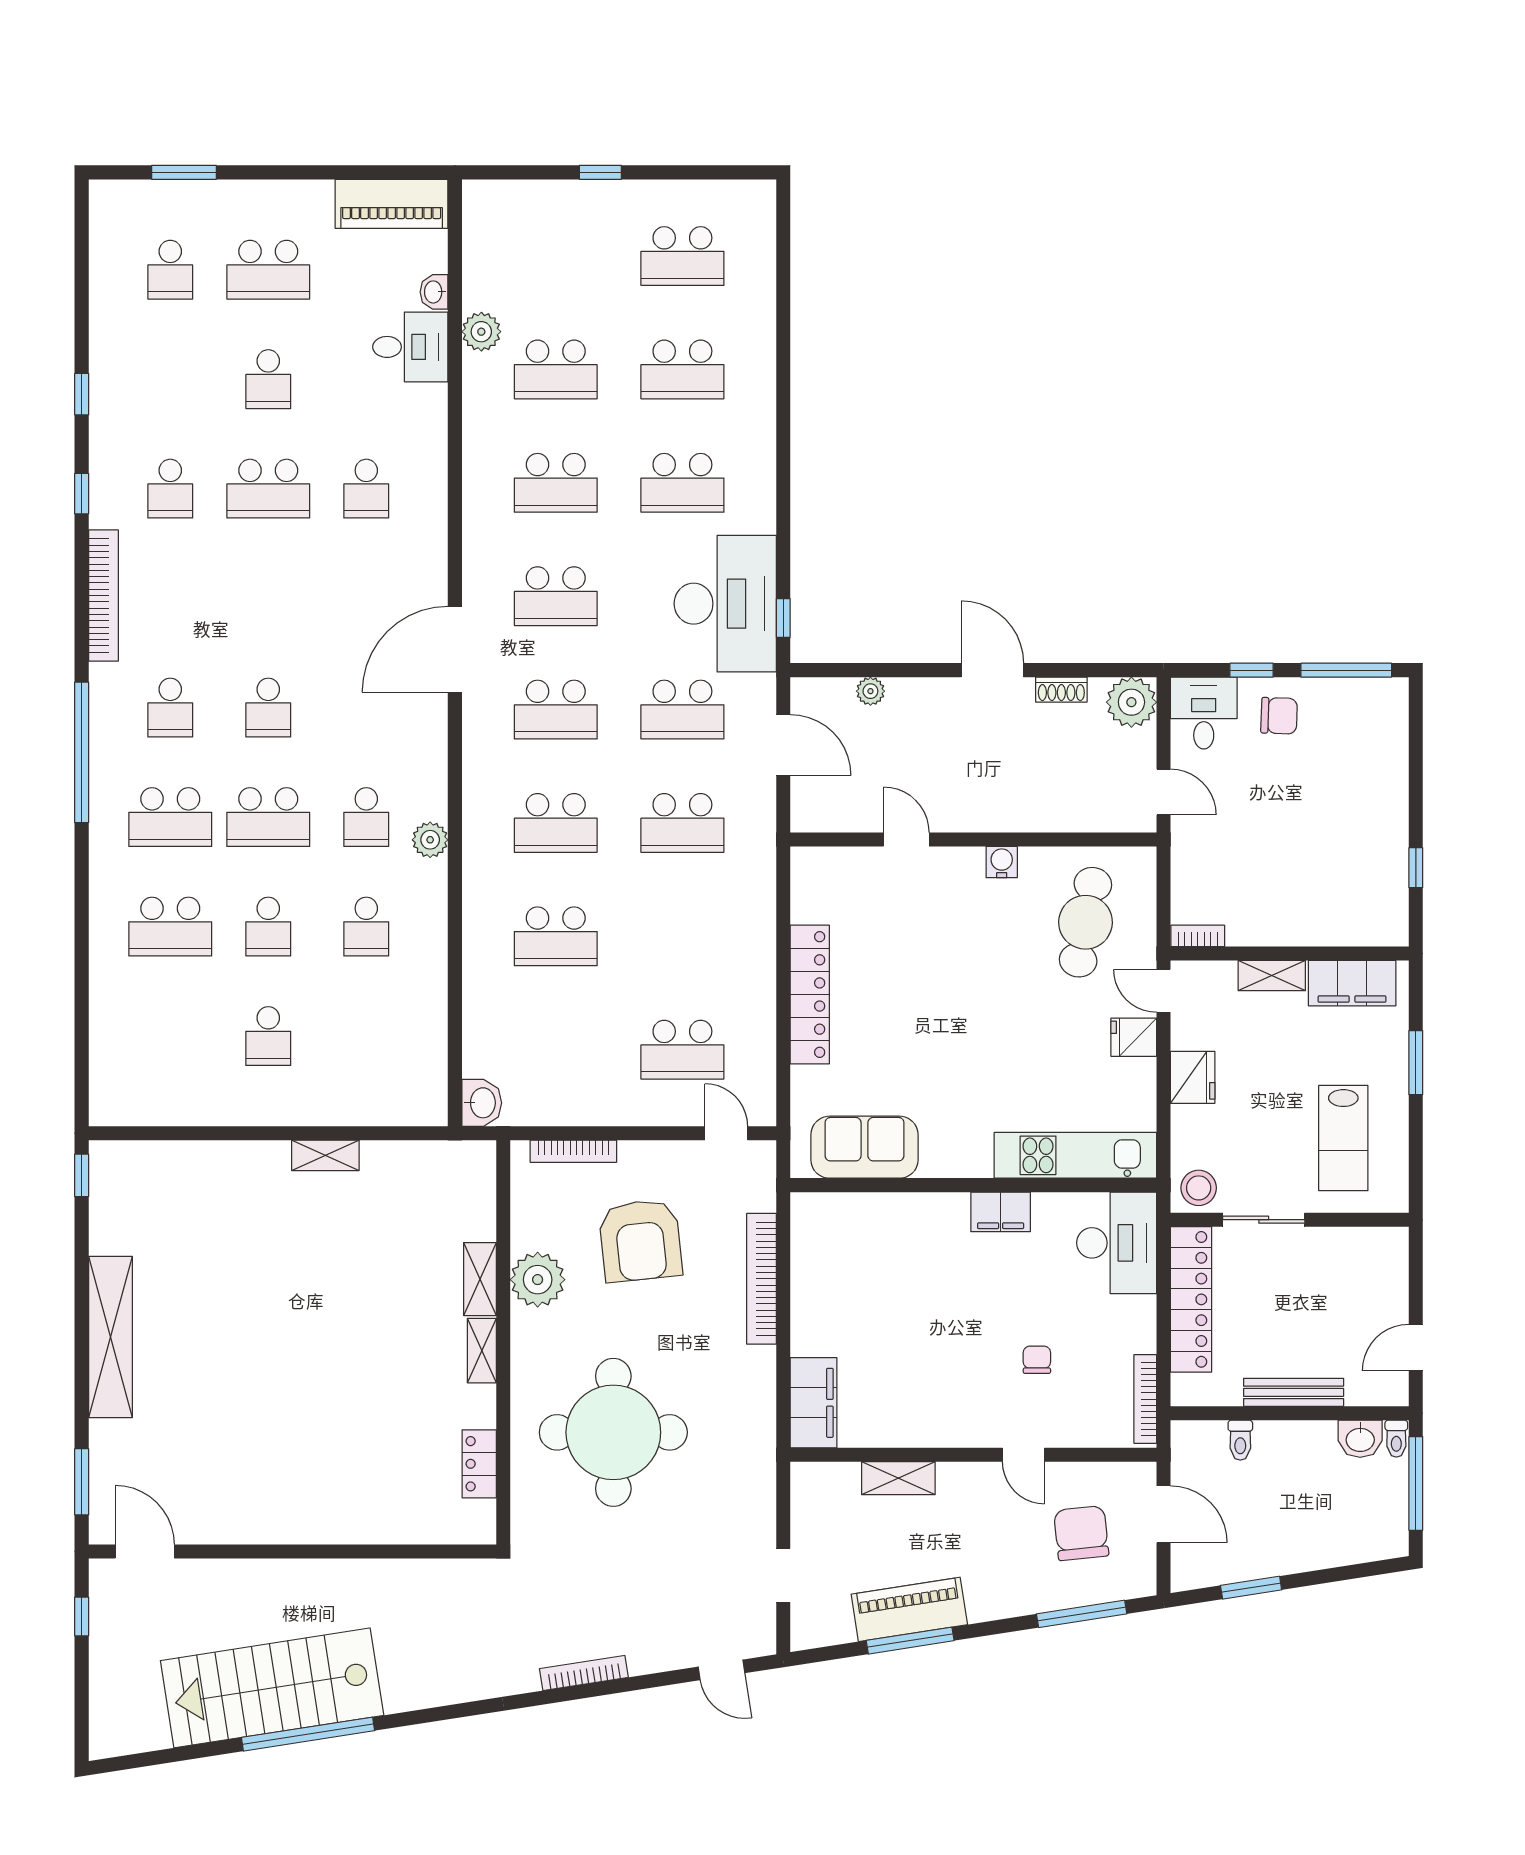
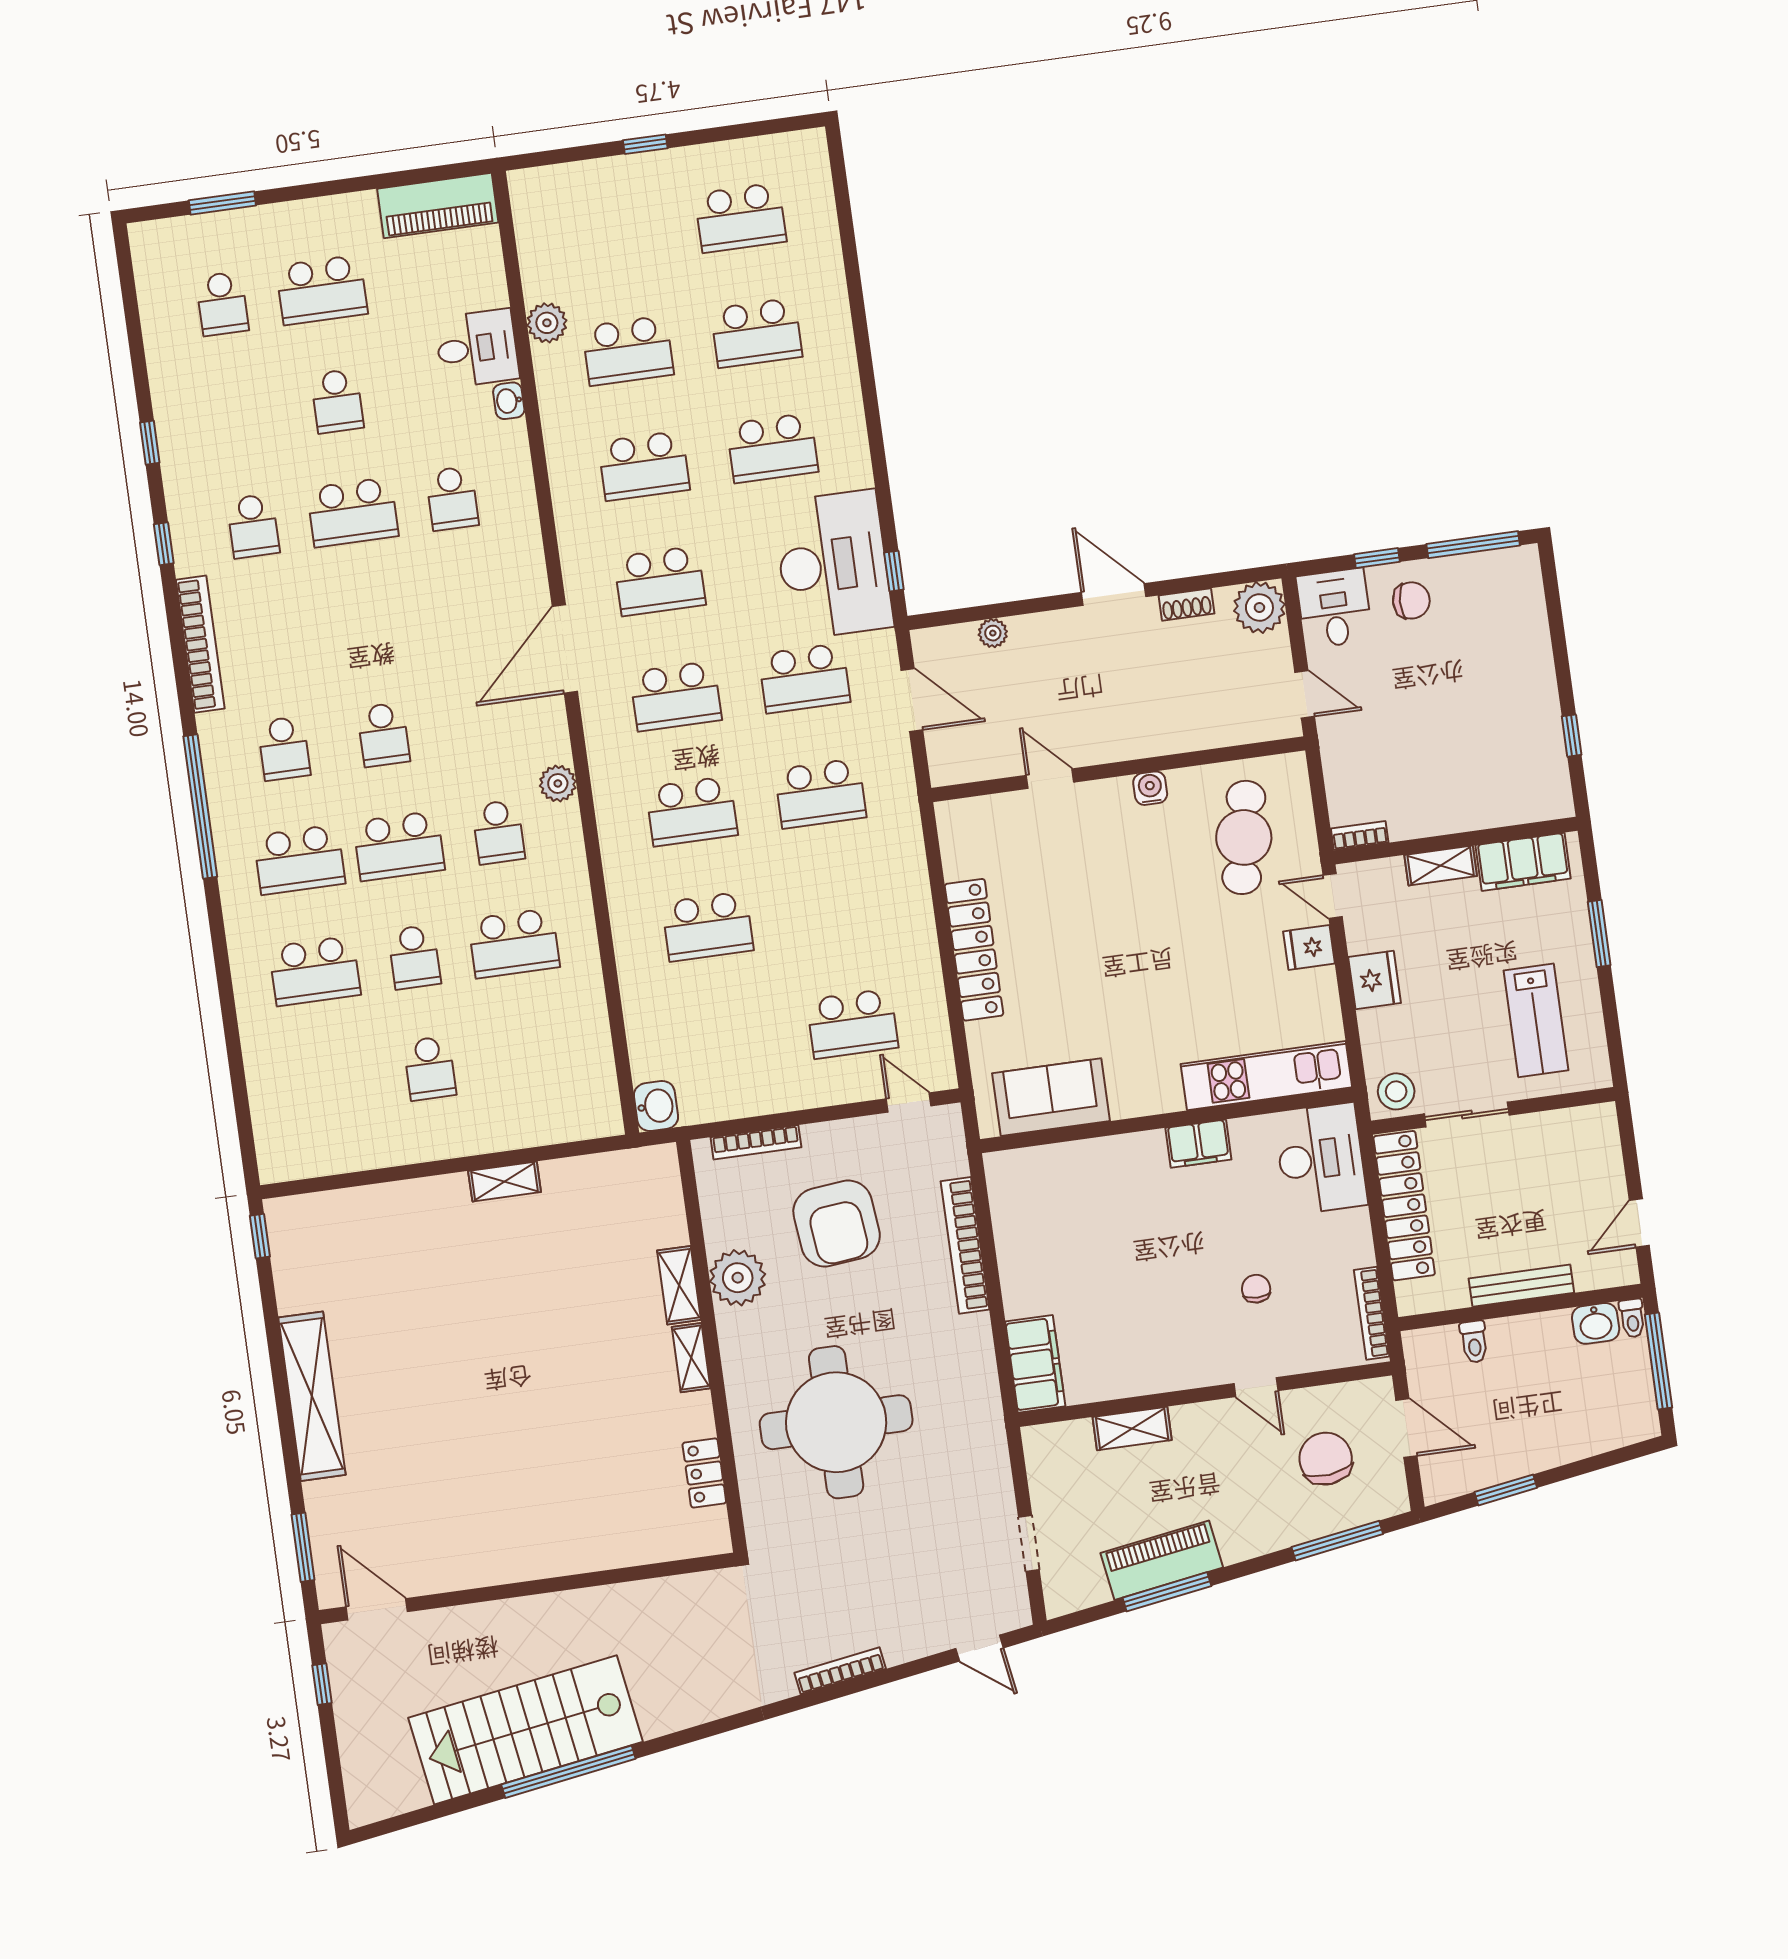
washbasin: (434, 292) -> (509, 401), moved
plant: (430, 840) -> (558, 783), moved
school desk: (366, 927) -> (514, 943), width x1.85

